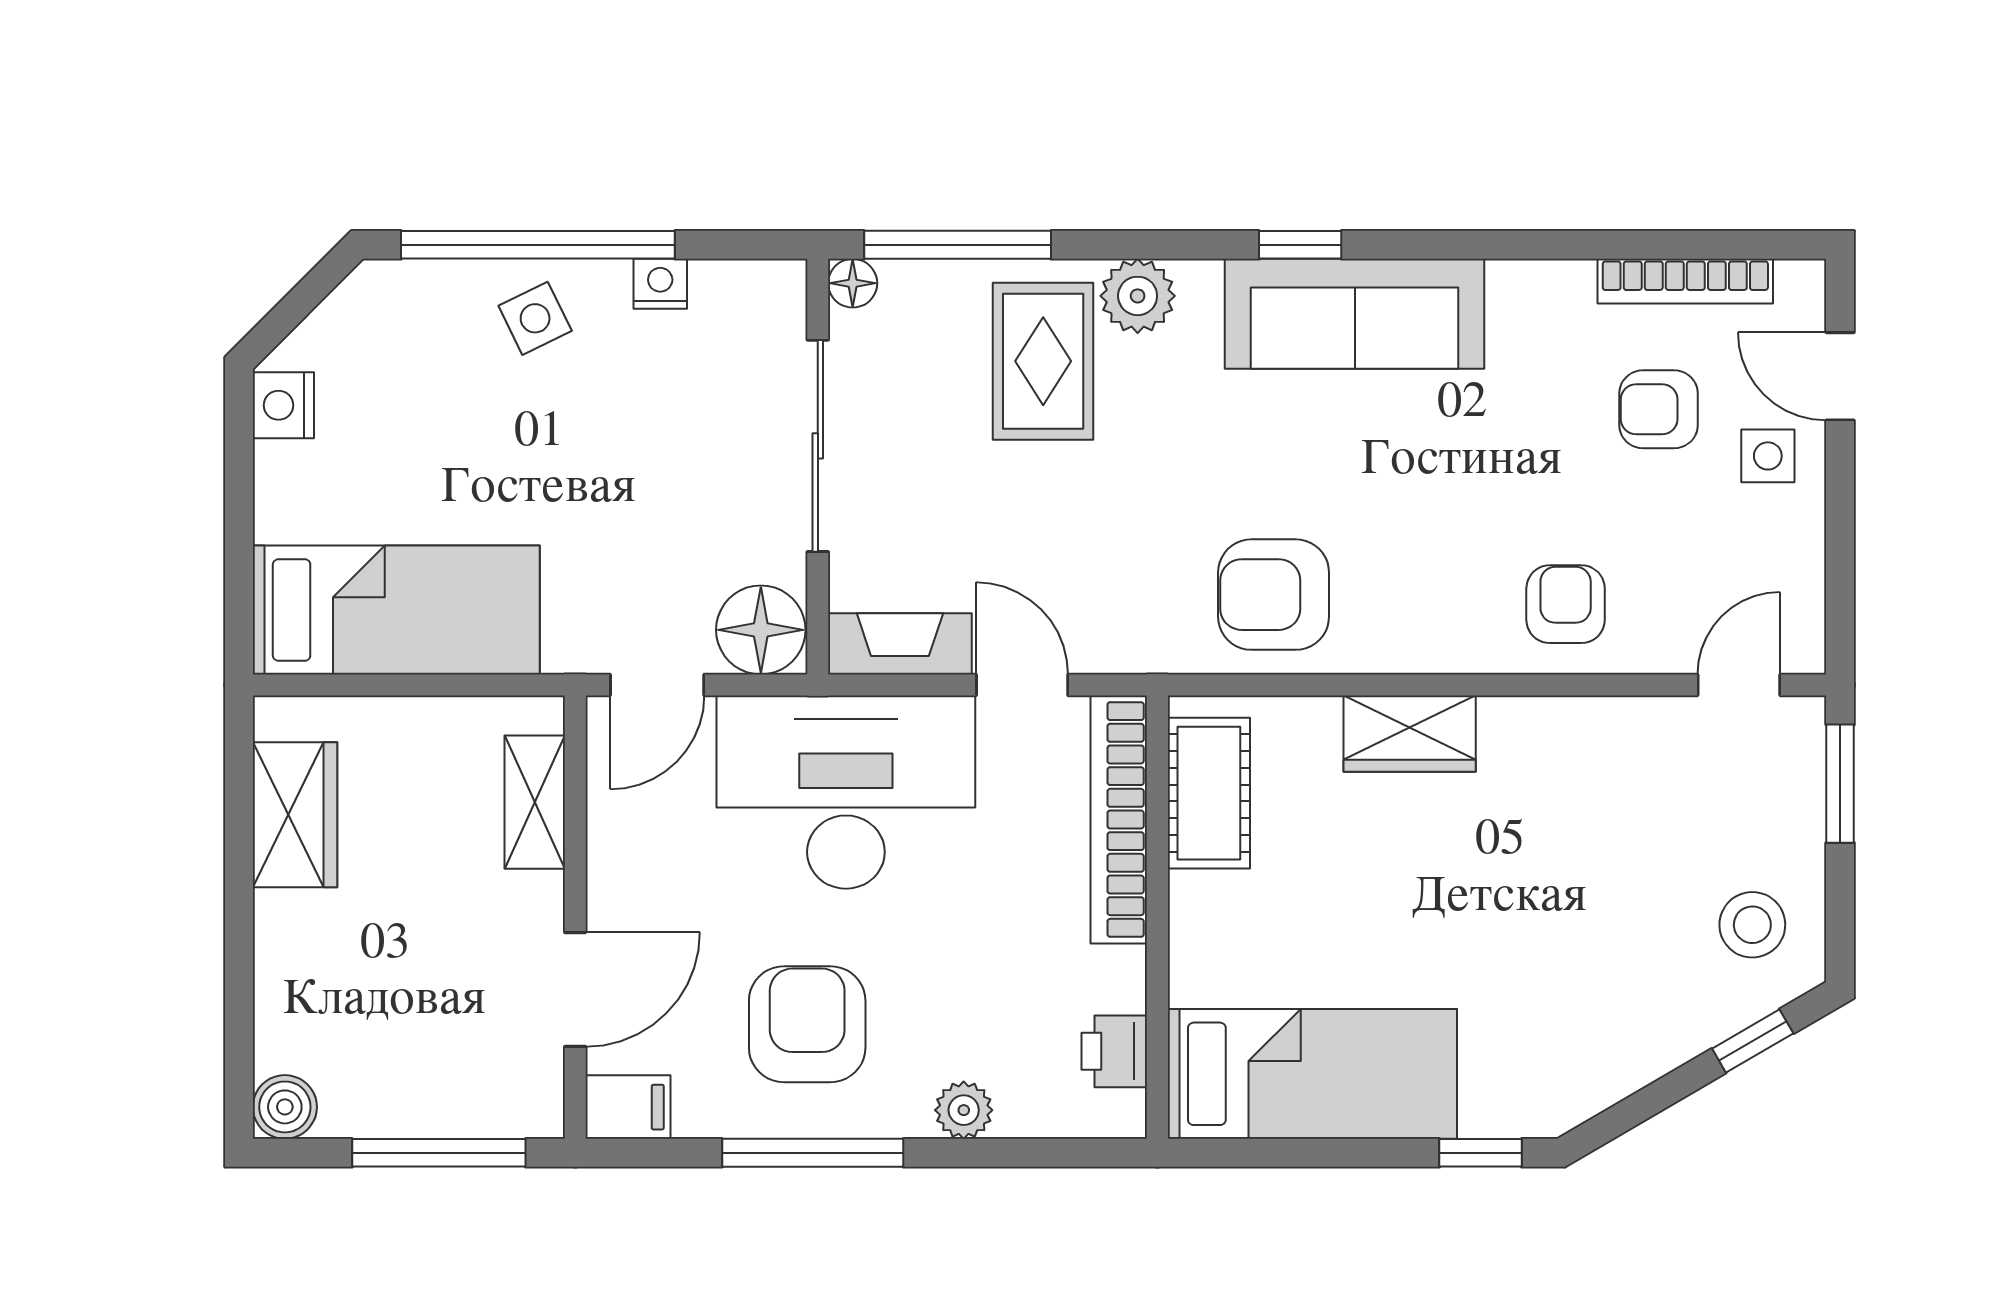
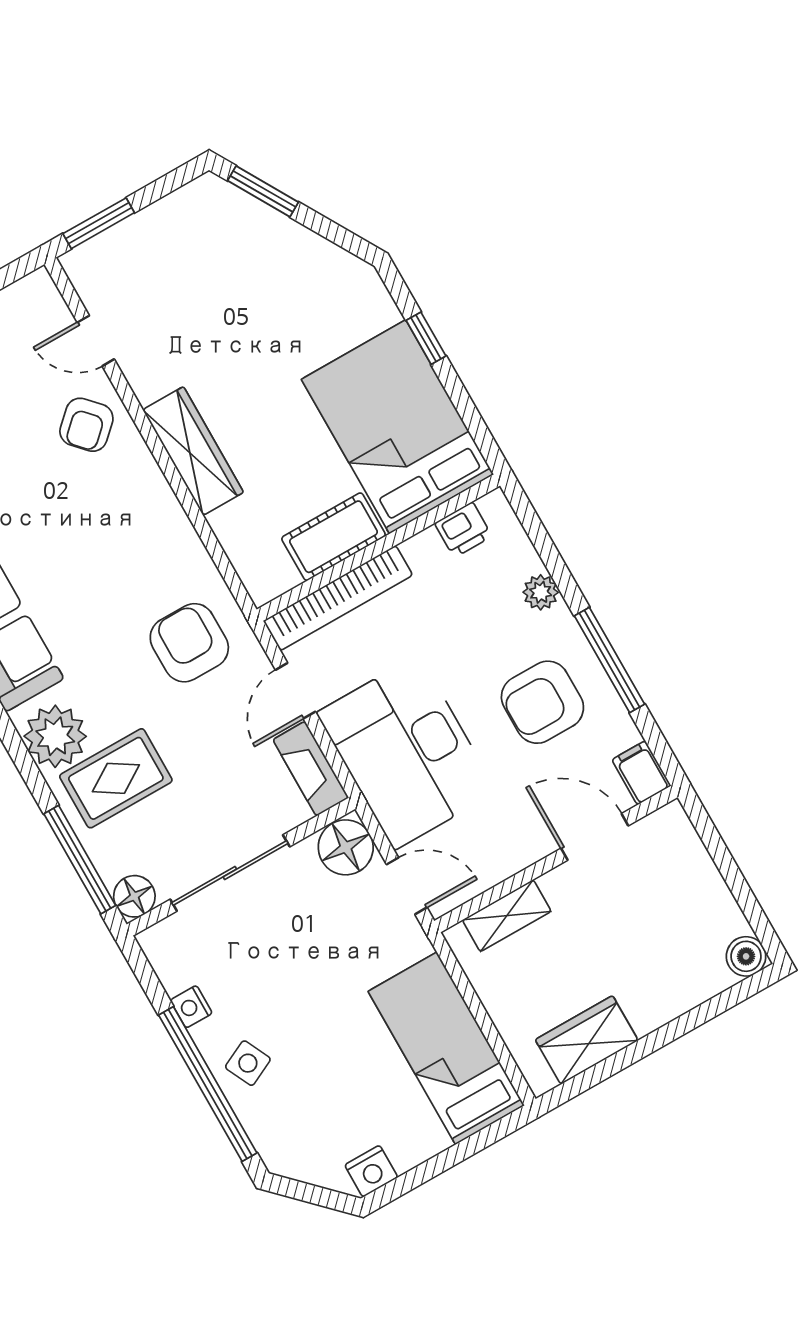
floor lamp: (853, 283) -> (134, 896), width x1.37, depth x1.37
plant: (1138, 296) -> (55, 736), width x1.36, depth x1.36
armchair: (1274, 595) -> (189, 643), moved, turned 180
armchair: (1566, 604) -> (86, 425), turned -43
door: (1739, 685) -> (96, 341), moved
wardrobe: (1410, 734) -> (193, 451), width x1.50
cot: (1209, 793) -> (334, 537), moved
stool: (1752, 925) -> (201, 227), removed
window: (1753, 1041) -> (263, 191), width x1.50
bed: (1312, 1074) -> (397, 427), width x1.50
window: (439, 1153) -> (724, 860), removed
window: (1480, 1153) -> (426, 338), moved

